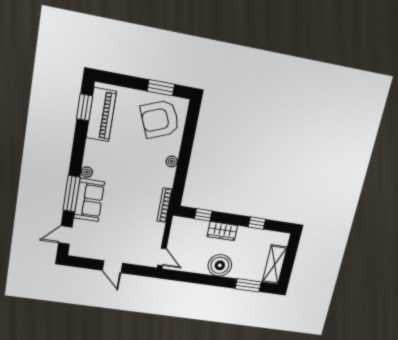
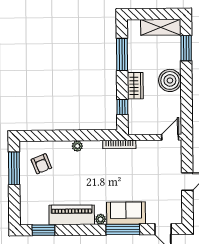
window: (161, 88) -> (14, 168), width x1.44
piano: (101, 115) -> (72, 215), moved
armchair: (160, 119) -> (41, 164), width x0.53, depth x0.53
window: (257, 223) -> (122, 55), width x2.17

